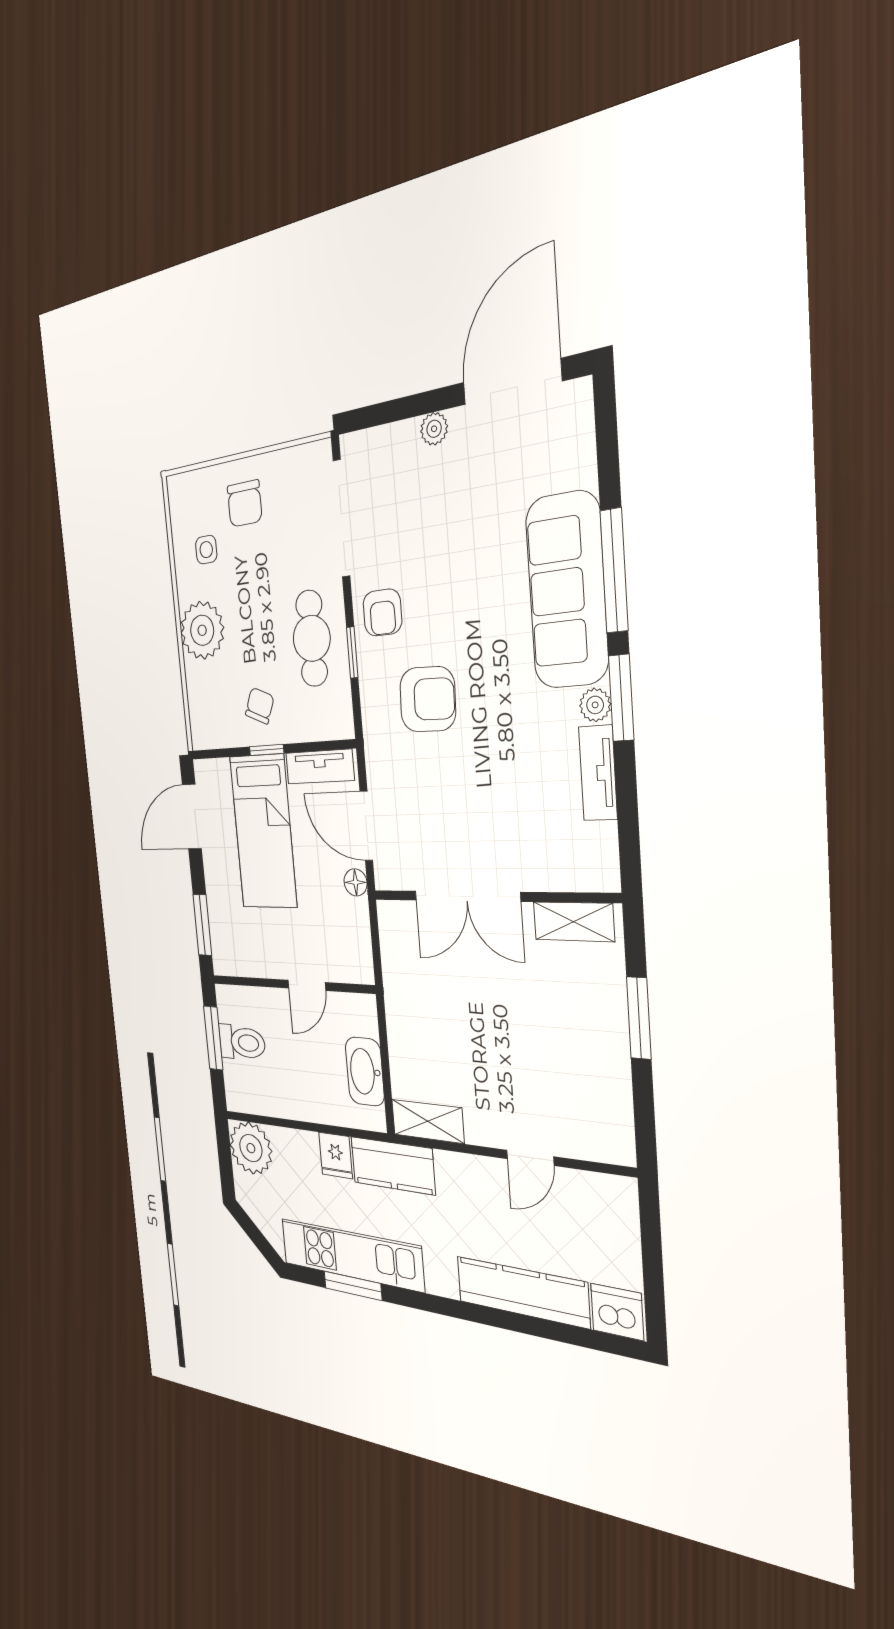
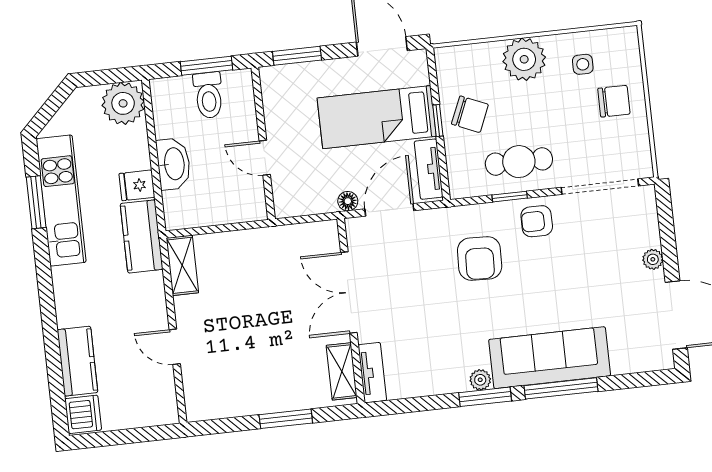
chair: (245, 504) -> (614, 101), turned 180
chair: (260, 706) -> (470, 114), width x1.37, depth x1.37
tv unit: (598, 773) -> (372, 373), moved, turned 90
washbasin: (365, 1072) -> (173, 164), moved, turned 90
kitchen counter: (522, 1292) -> (77, 361), width x0.67

